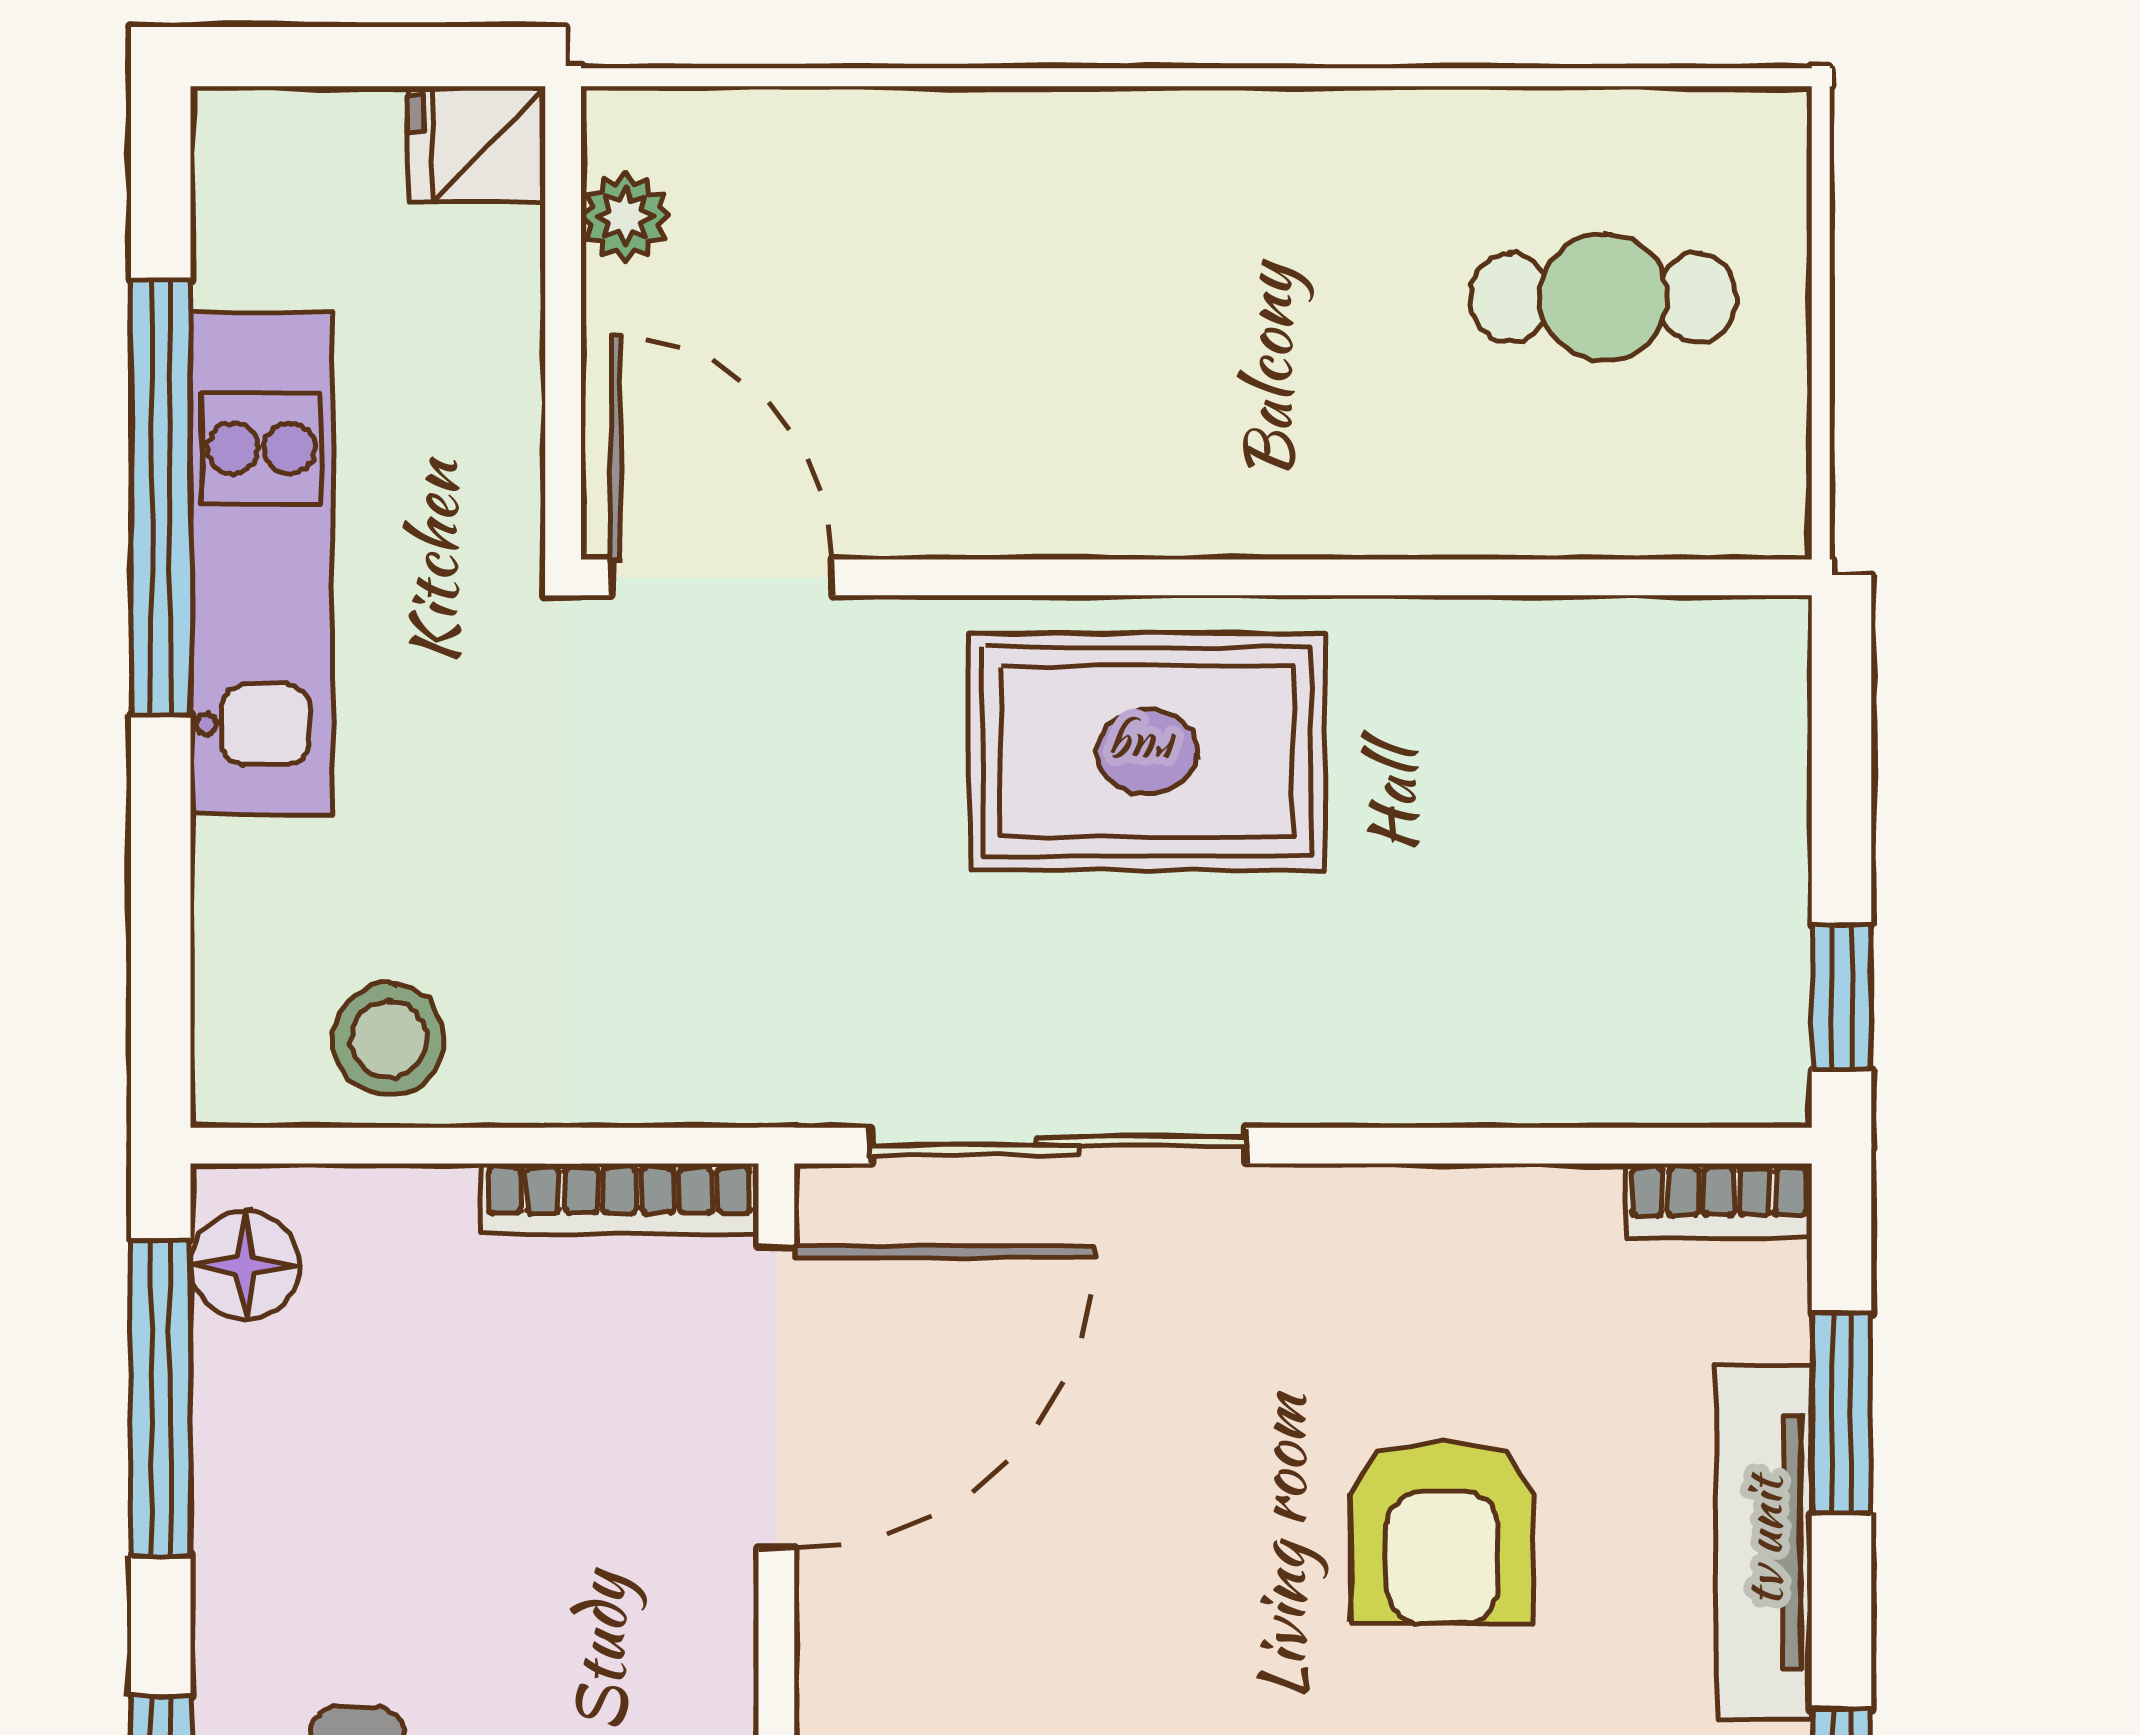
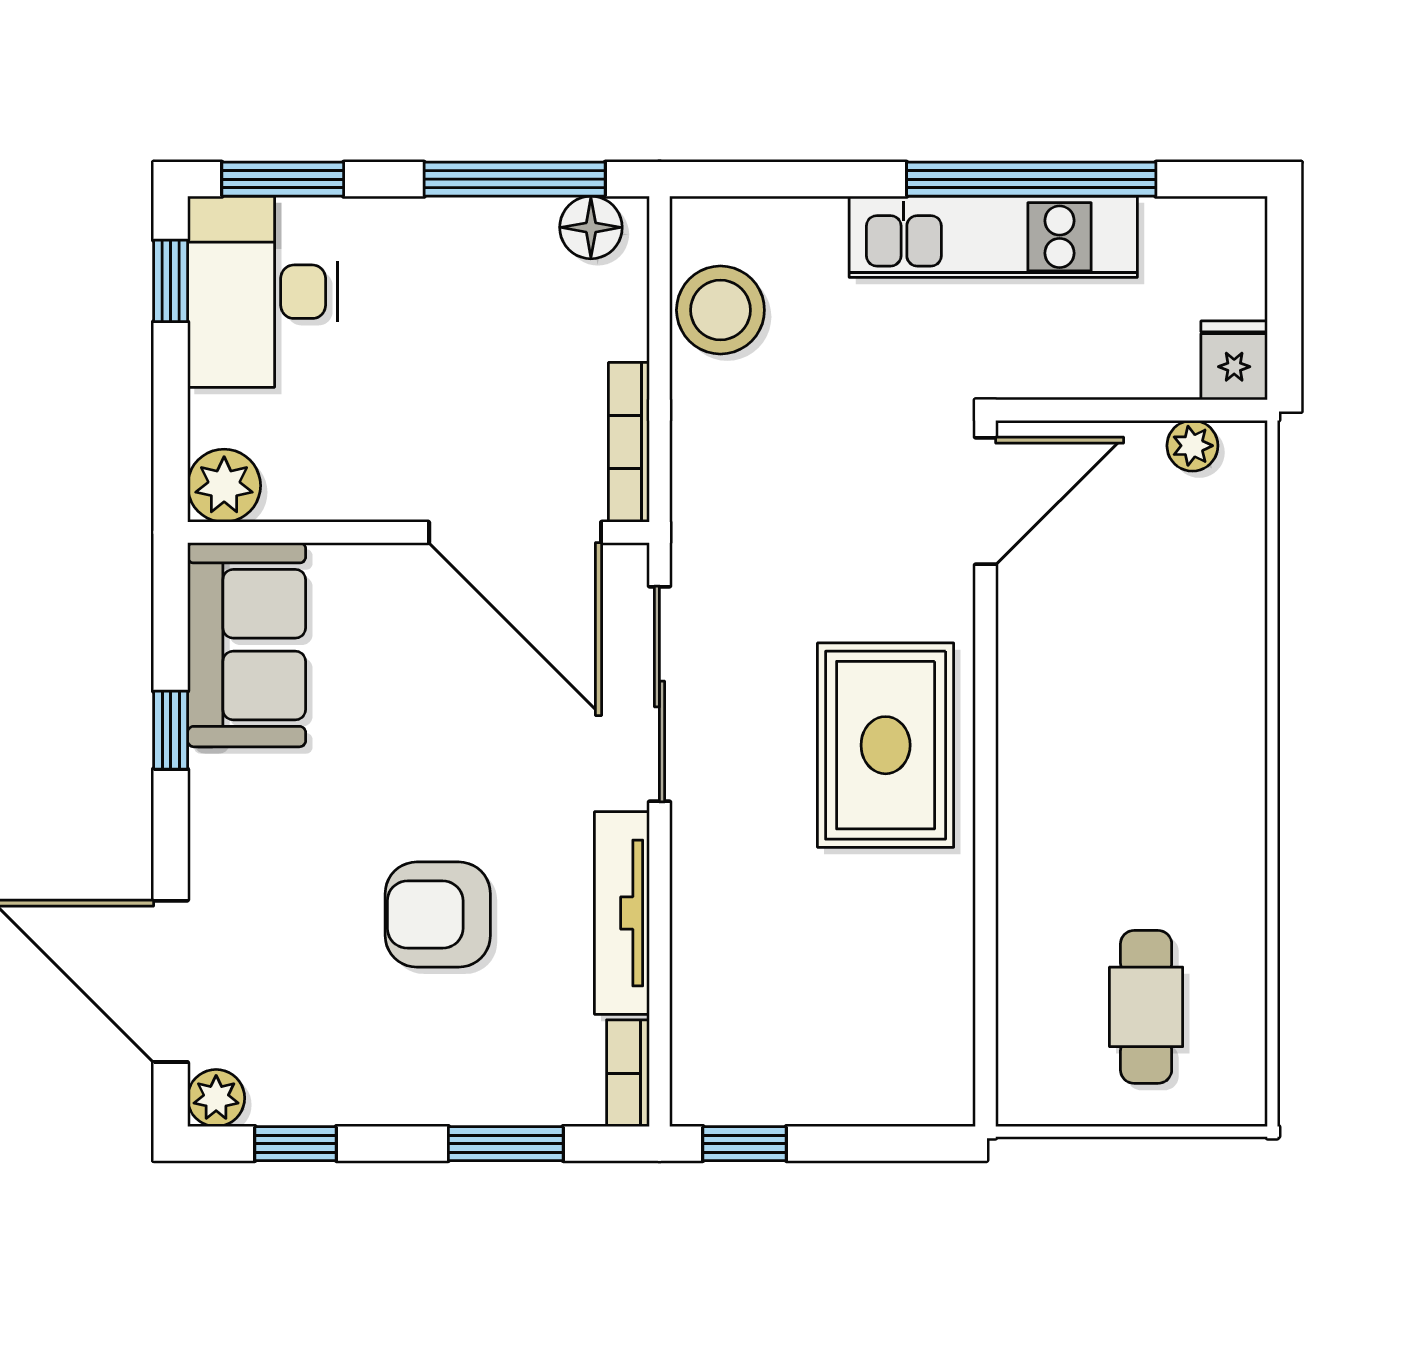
stool: (389, 1039) -> (720, 310), width x1.38, depth x1.38
tv unit: (1764, 1542) -> (622, 913), moved, turned -90

